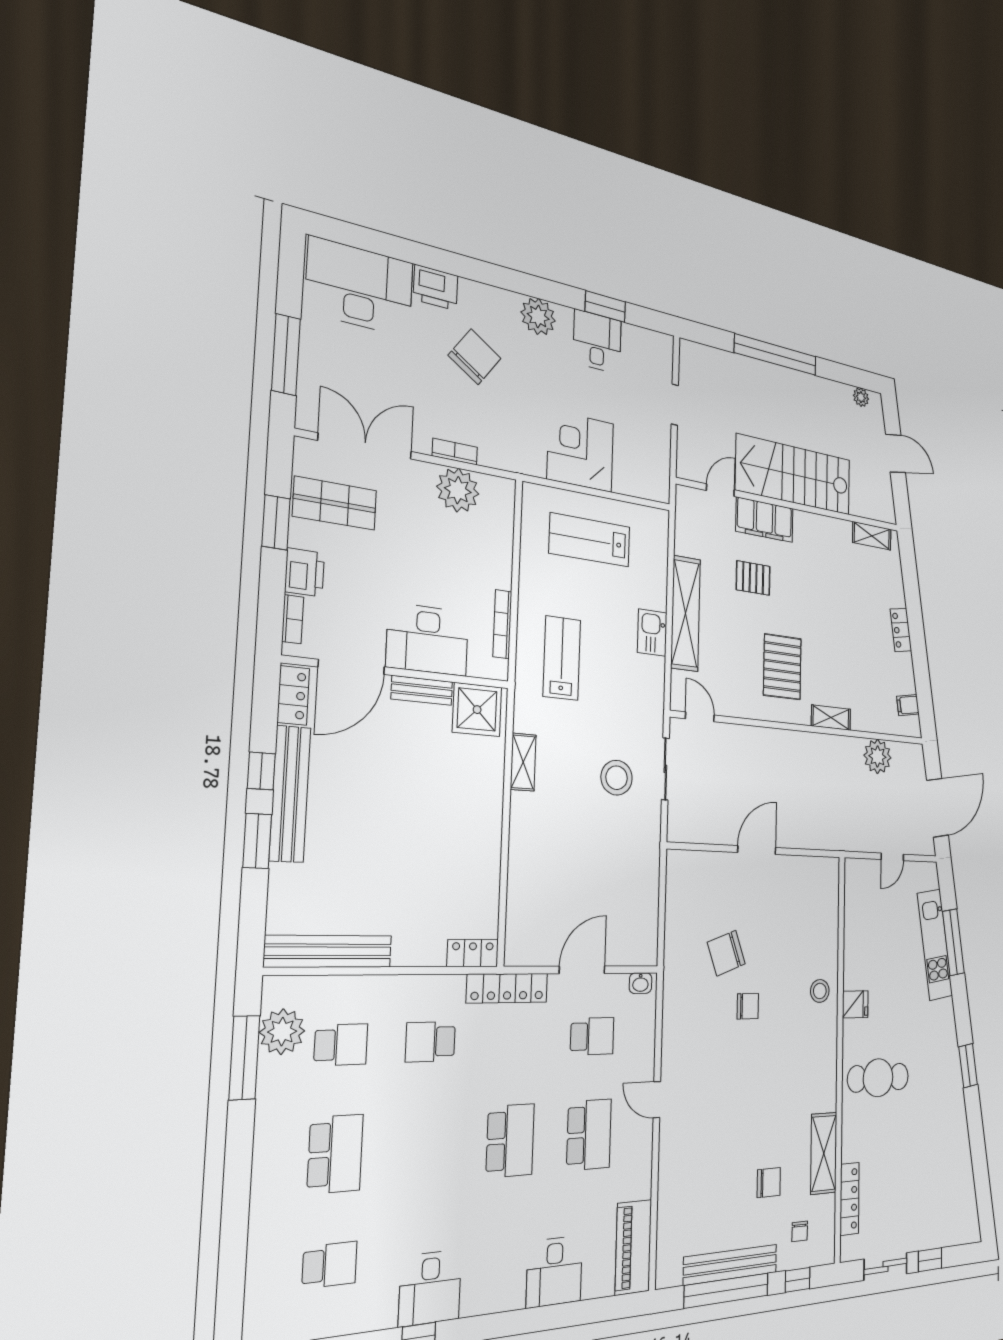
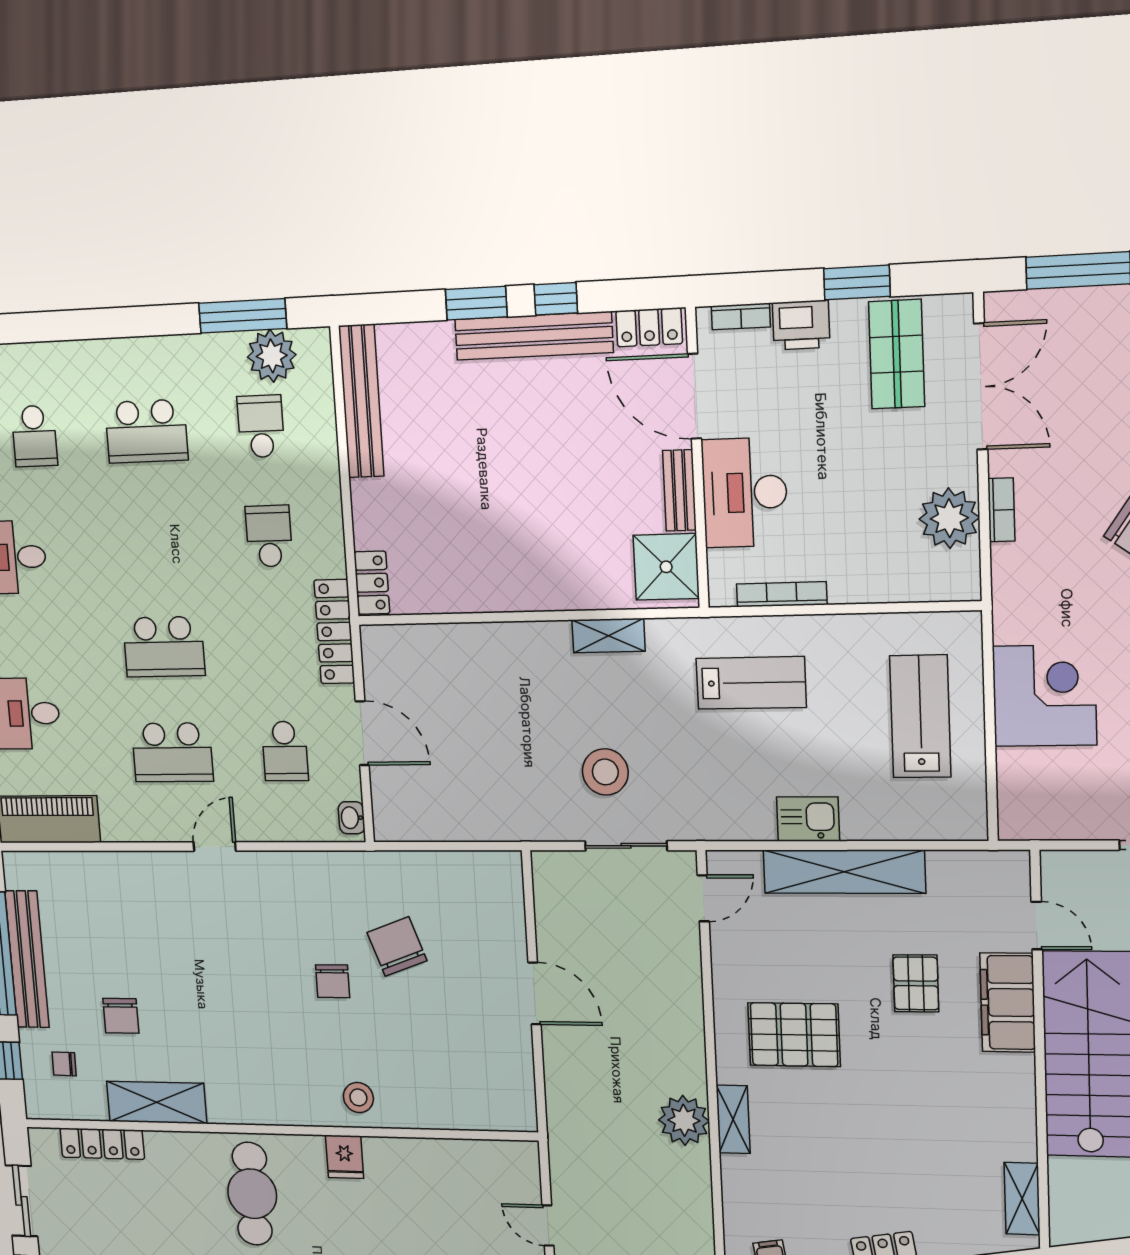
plant: (878, 756) -> (684, 1120), moved
school desk: (341, 1045) -> (261, 426), turned 180

